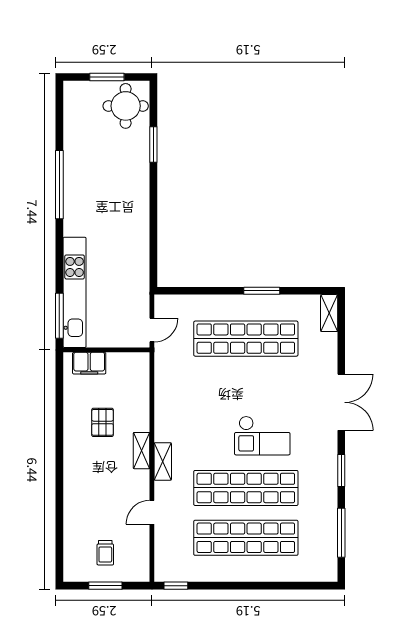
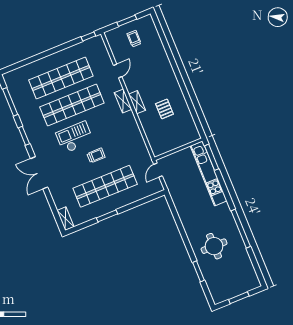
round table: (126, 106) -> (214, 246), moved
filing cabinet: (89, 363) -> (185, 138), removed
trolley: (240, 393) -> (96, 155), added

